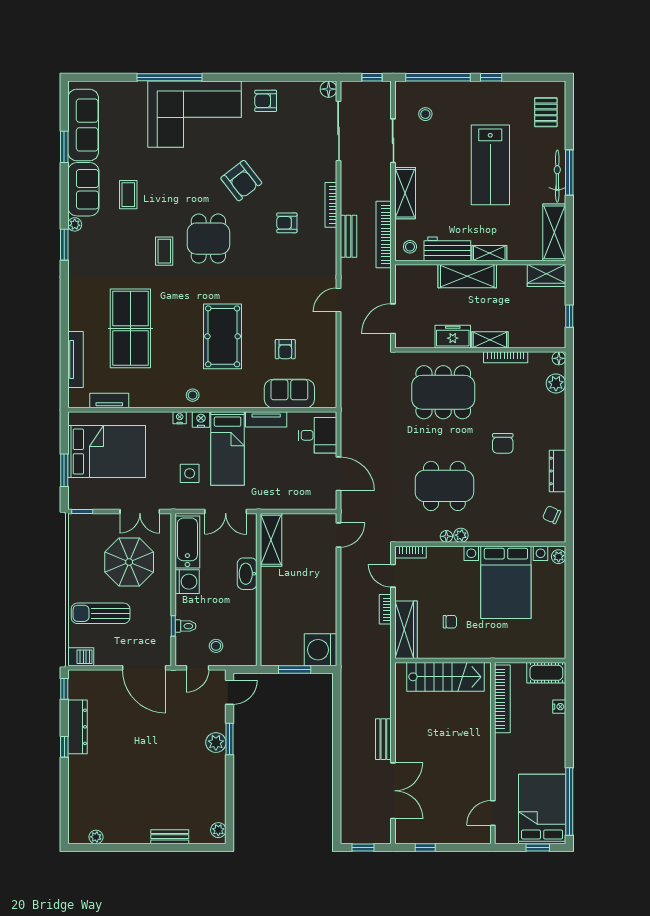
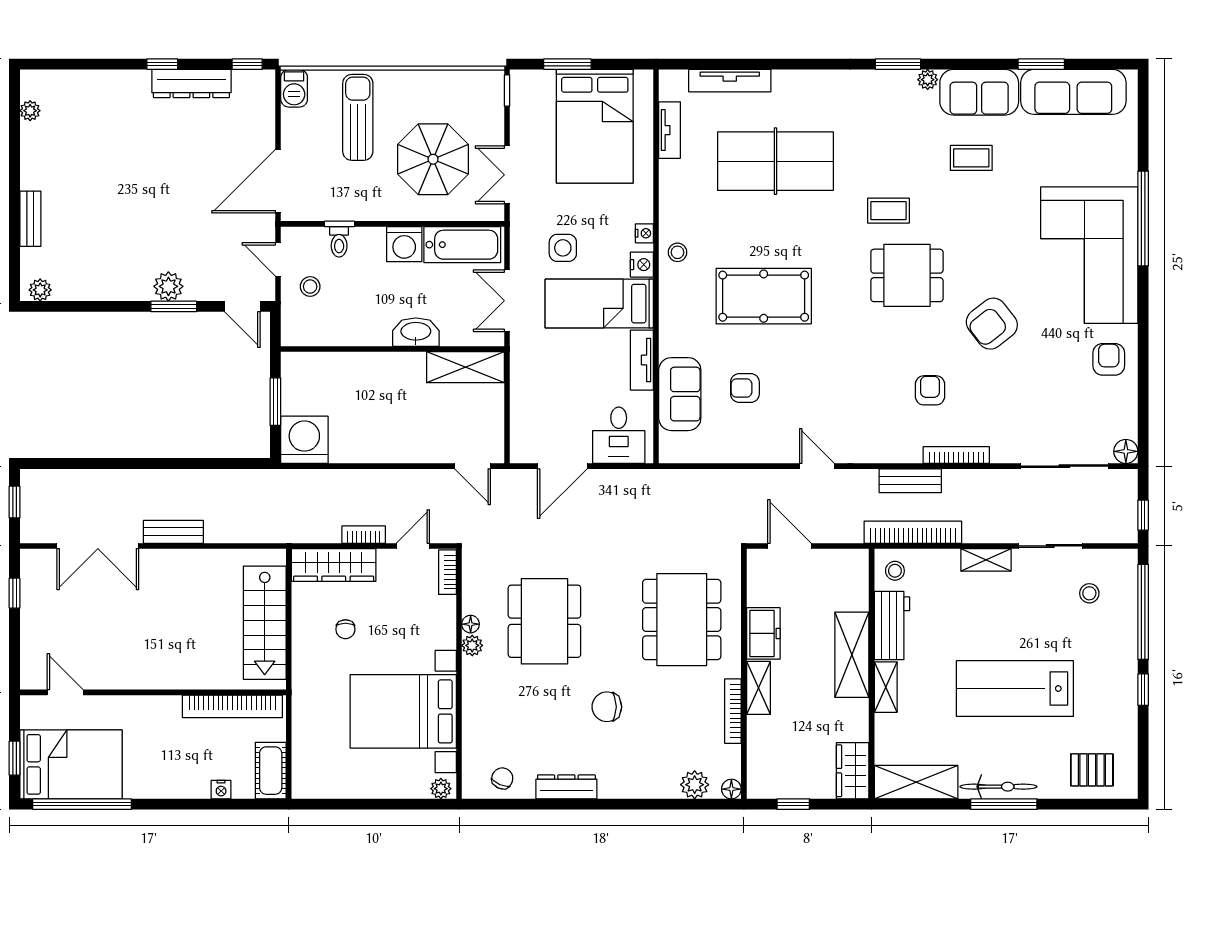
shelving: (405, 193) -> (986, 560), width x0.67, depth x0.75

